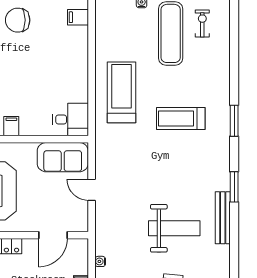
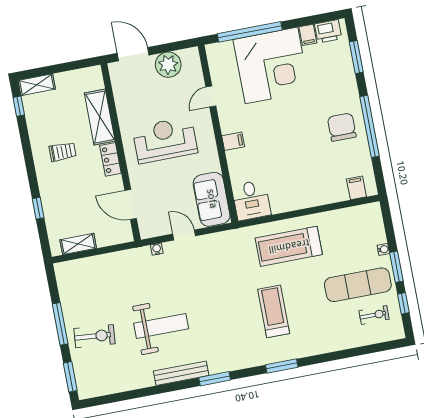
treadmill: (121, 92) -> (289, 246), turned 180
door: (92, 190) -> (184, 235), hinge flipped
weight bench: (174, 228) -> (161, 326), turned -90
water cooler: (100, 261) -> (157, 249), moved

